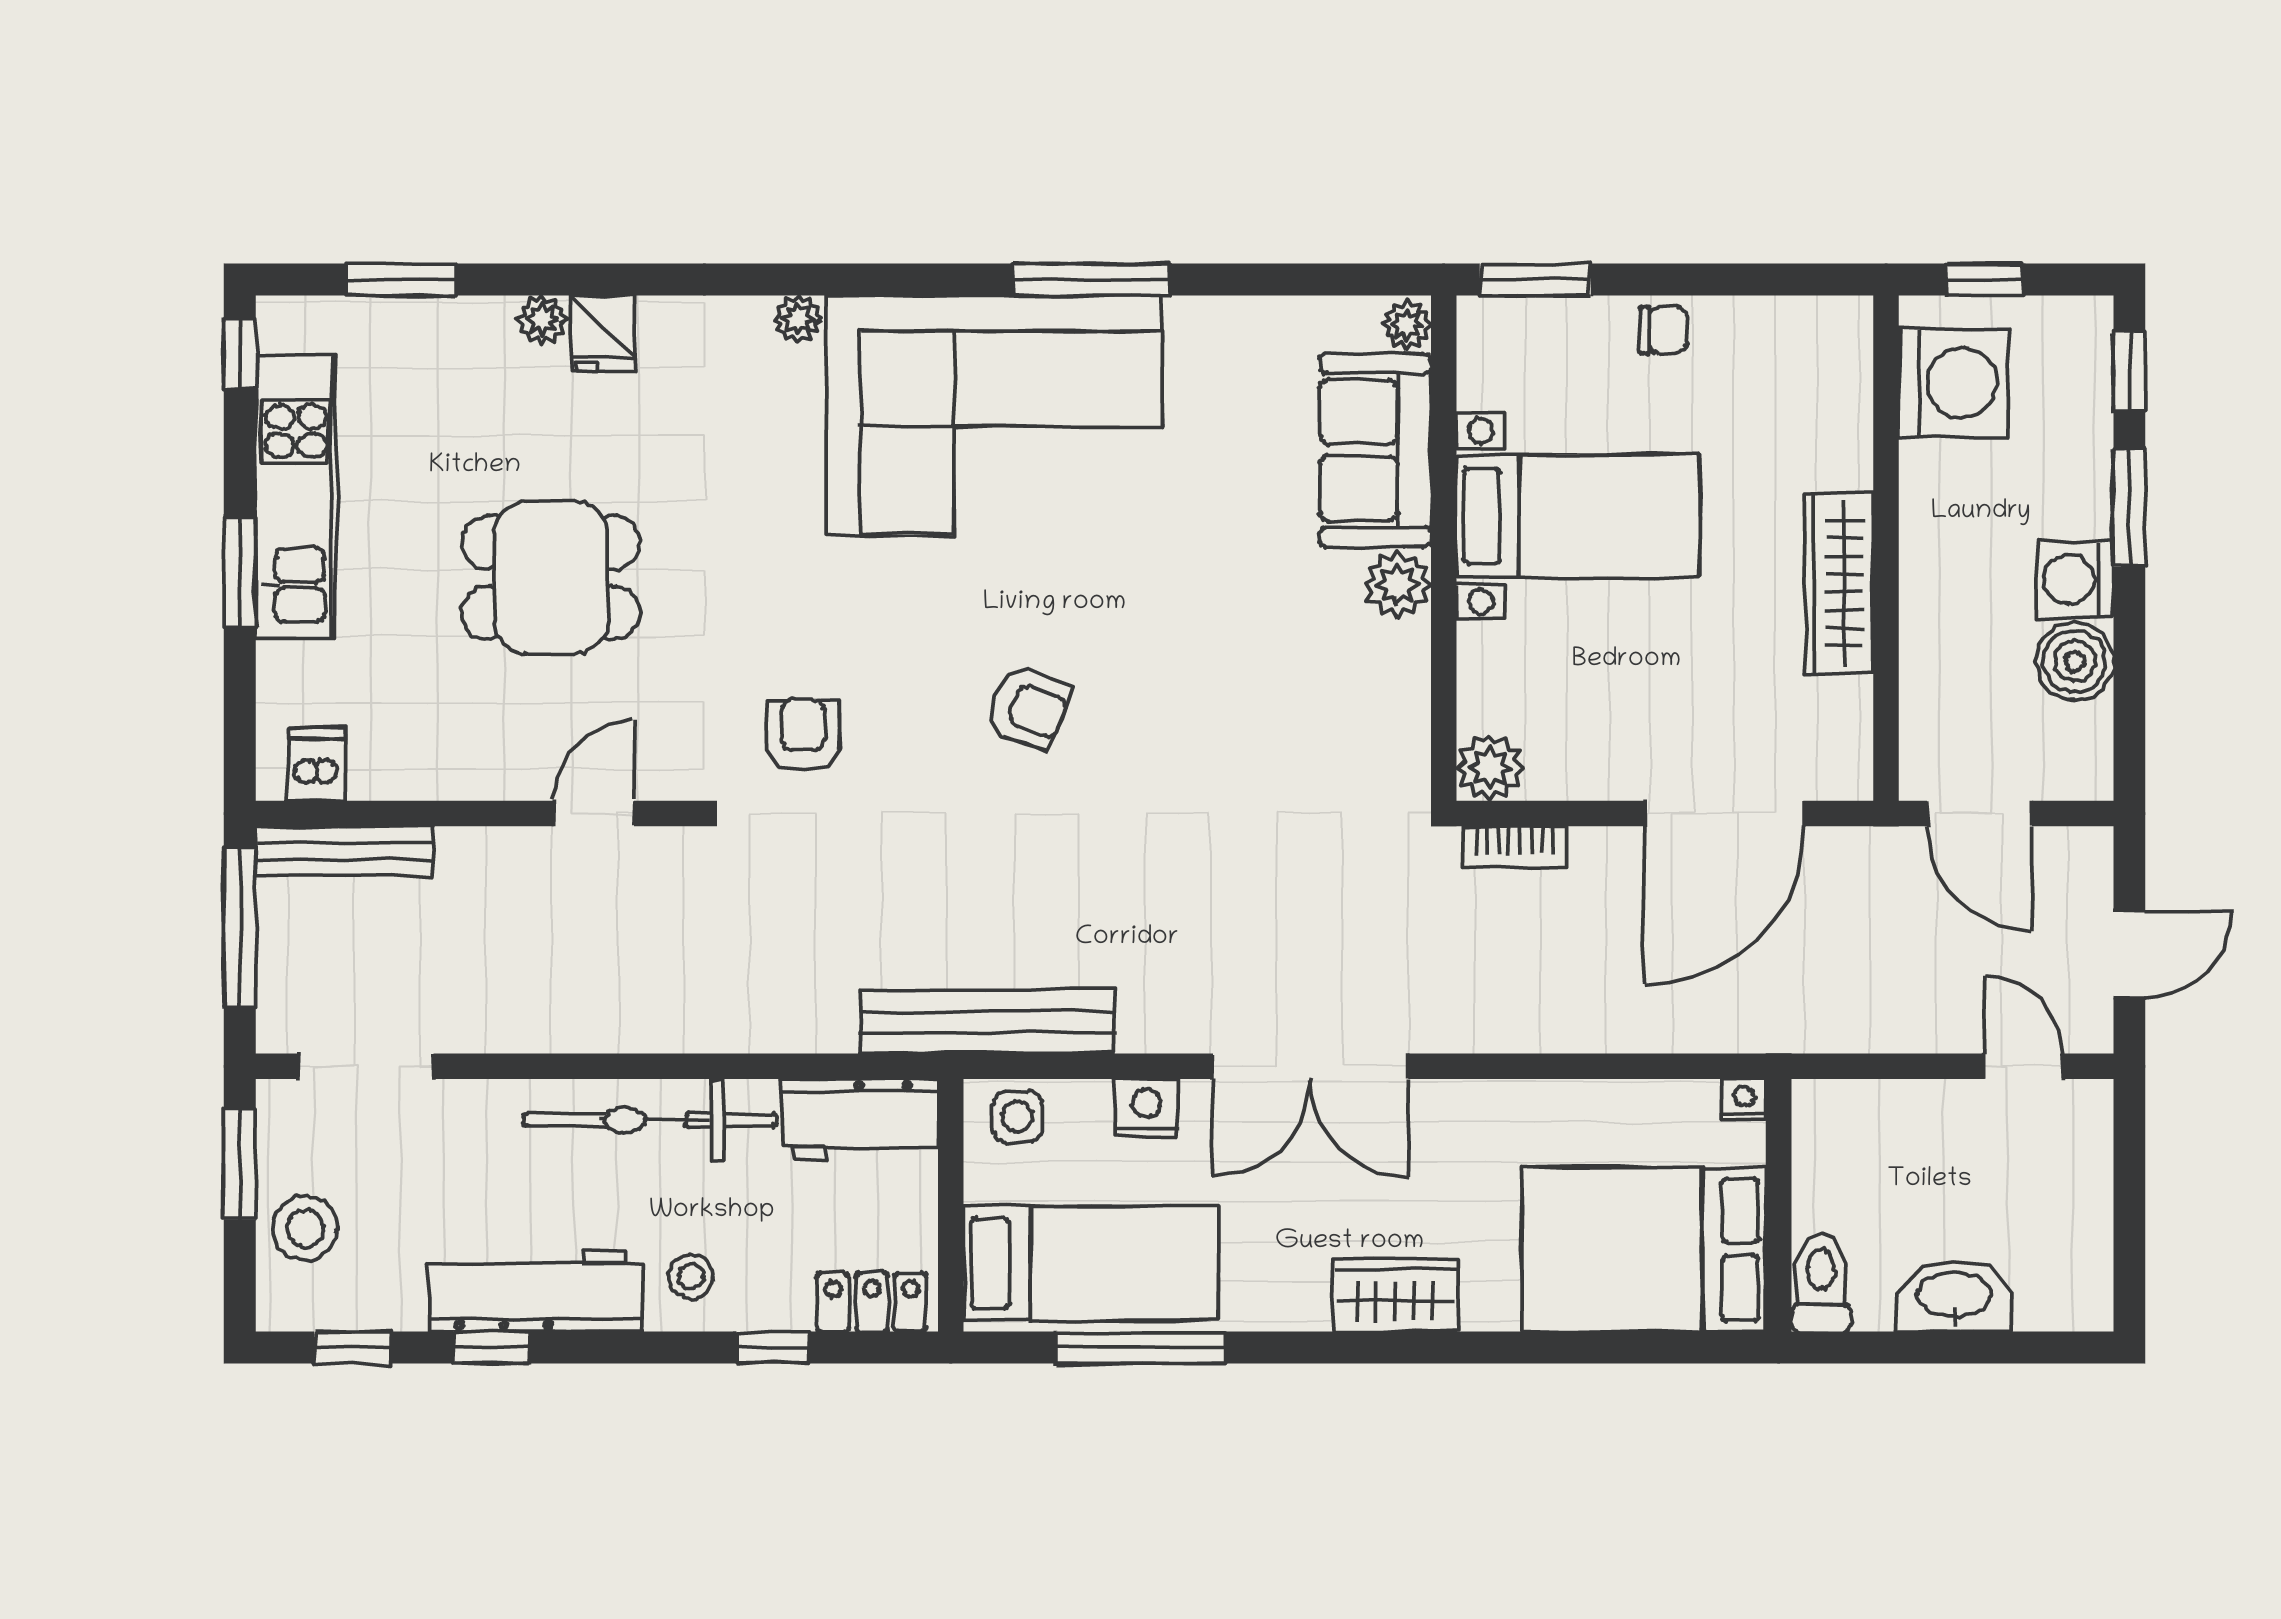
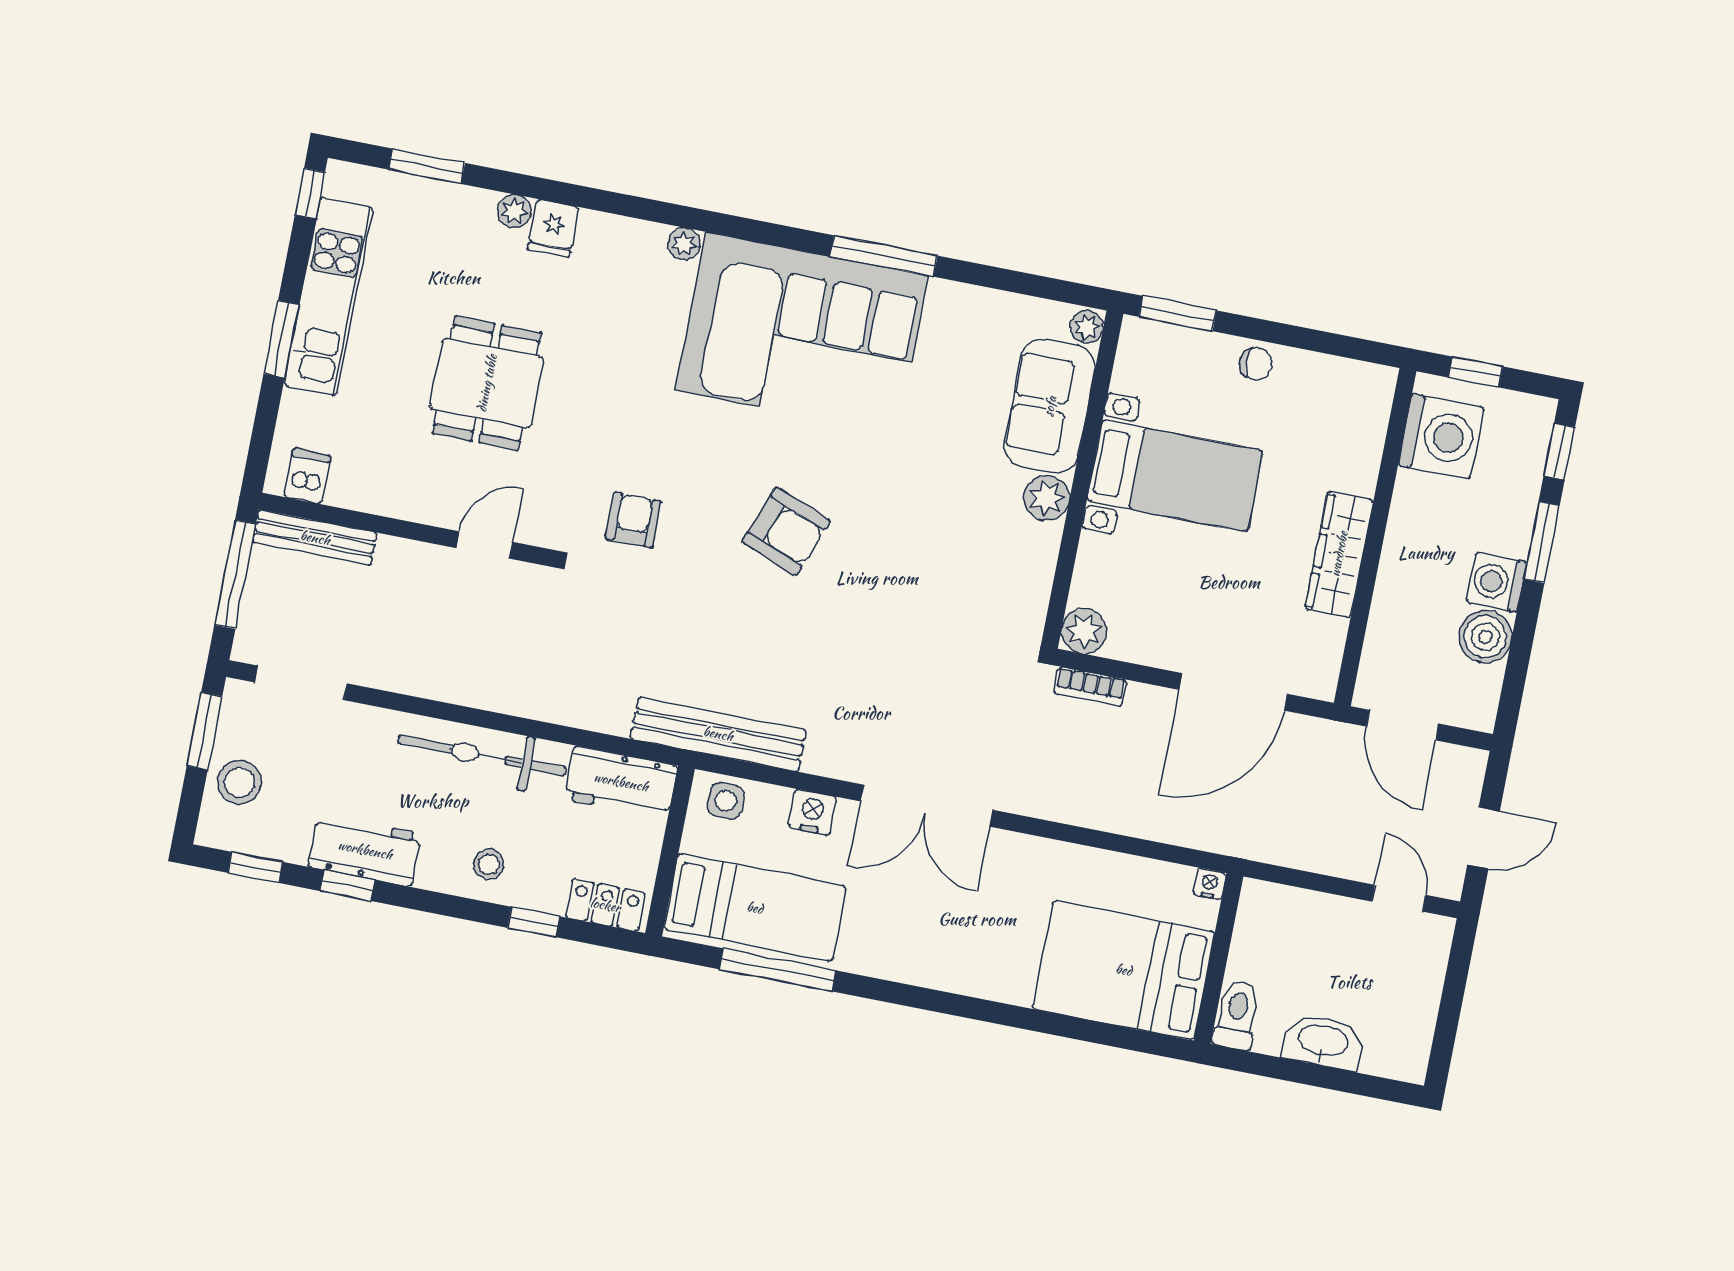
dining table: (551, 577) -> (487, 383), turned 90
armchair: (1028, 707) -> (786, 531), width x1.38, depth x1.38
workbench: (536, 1291) -> (365, 850), width x0.73
wardrobe: (1395, 1295) -> (953, 968), removed

